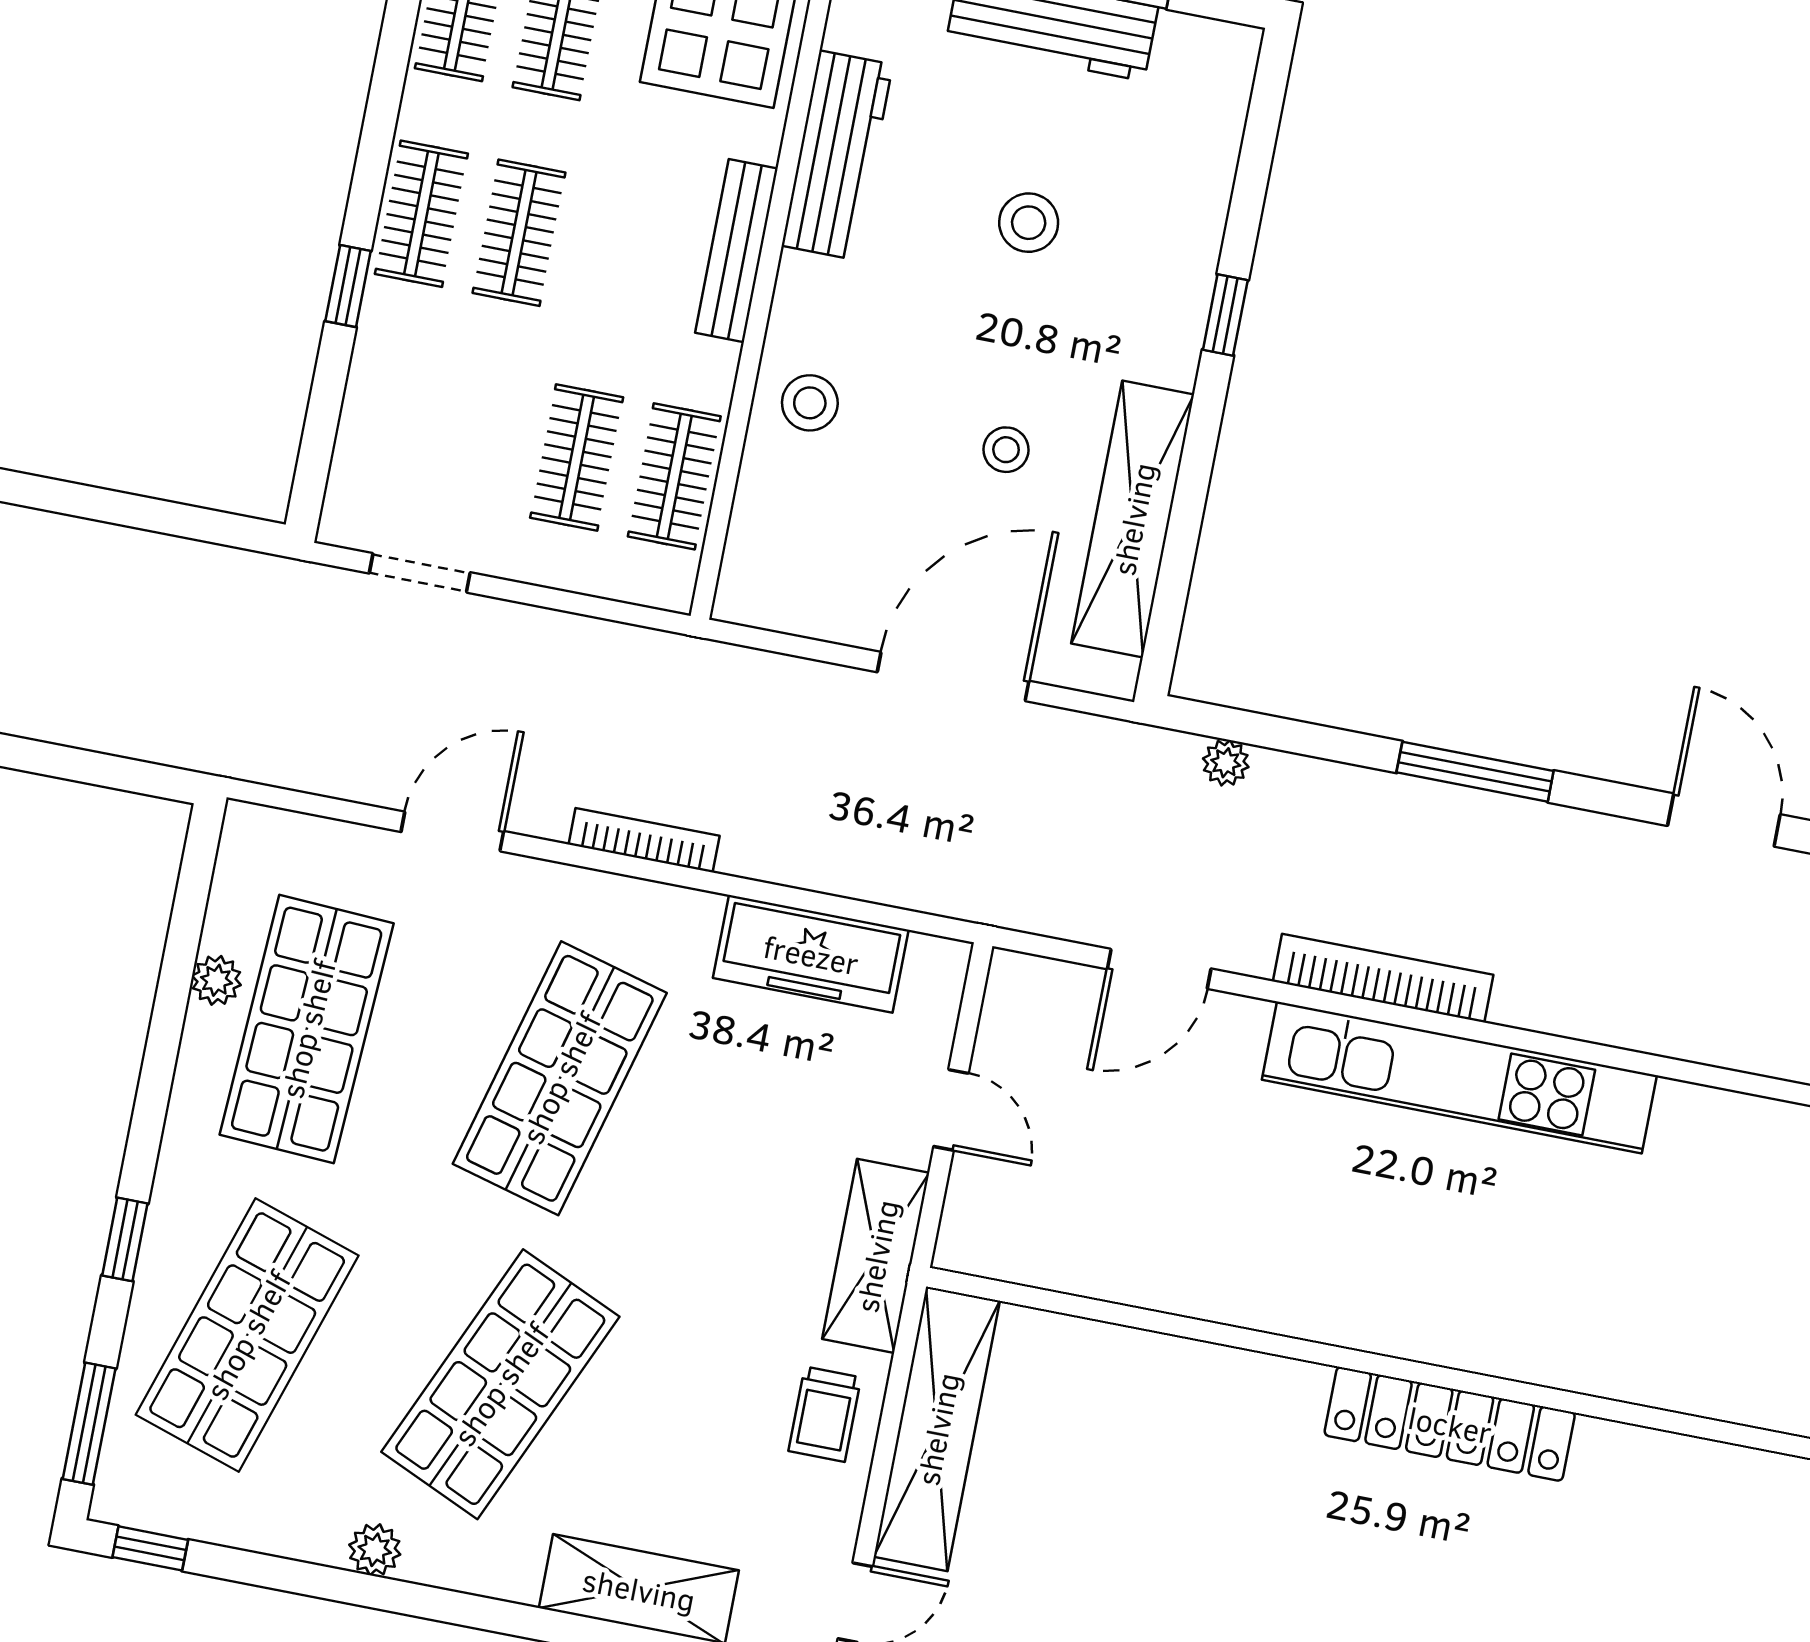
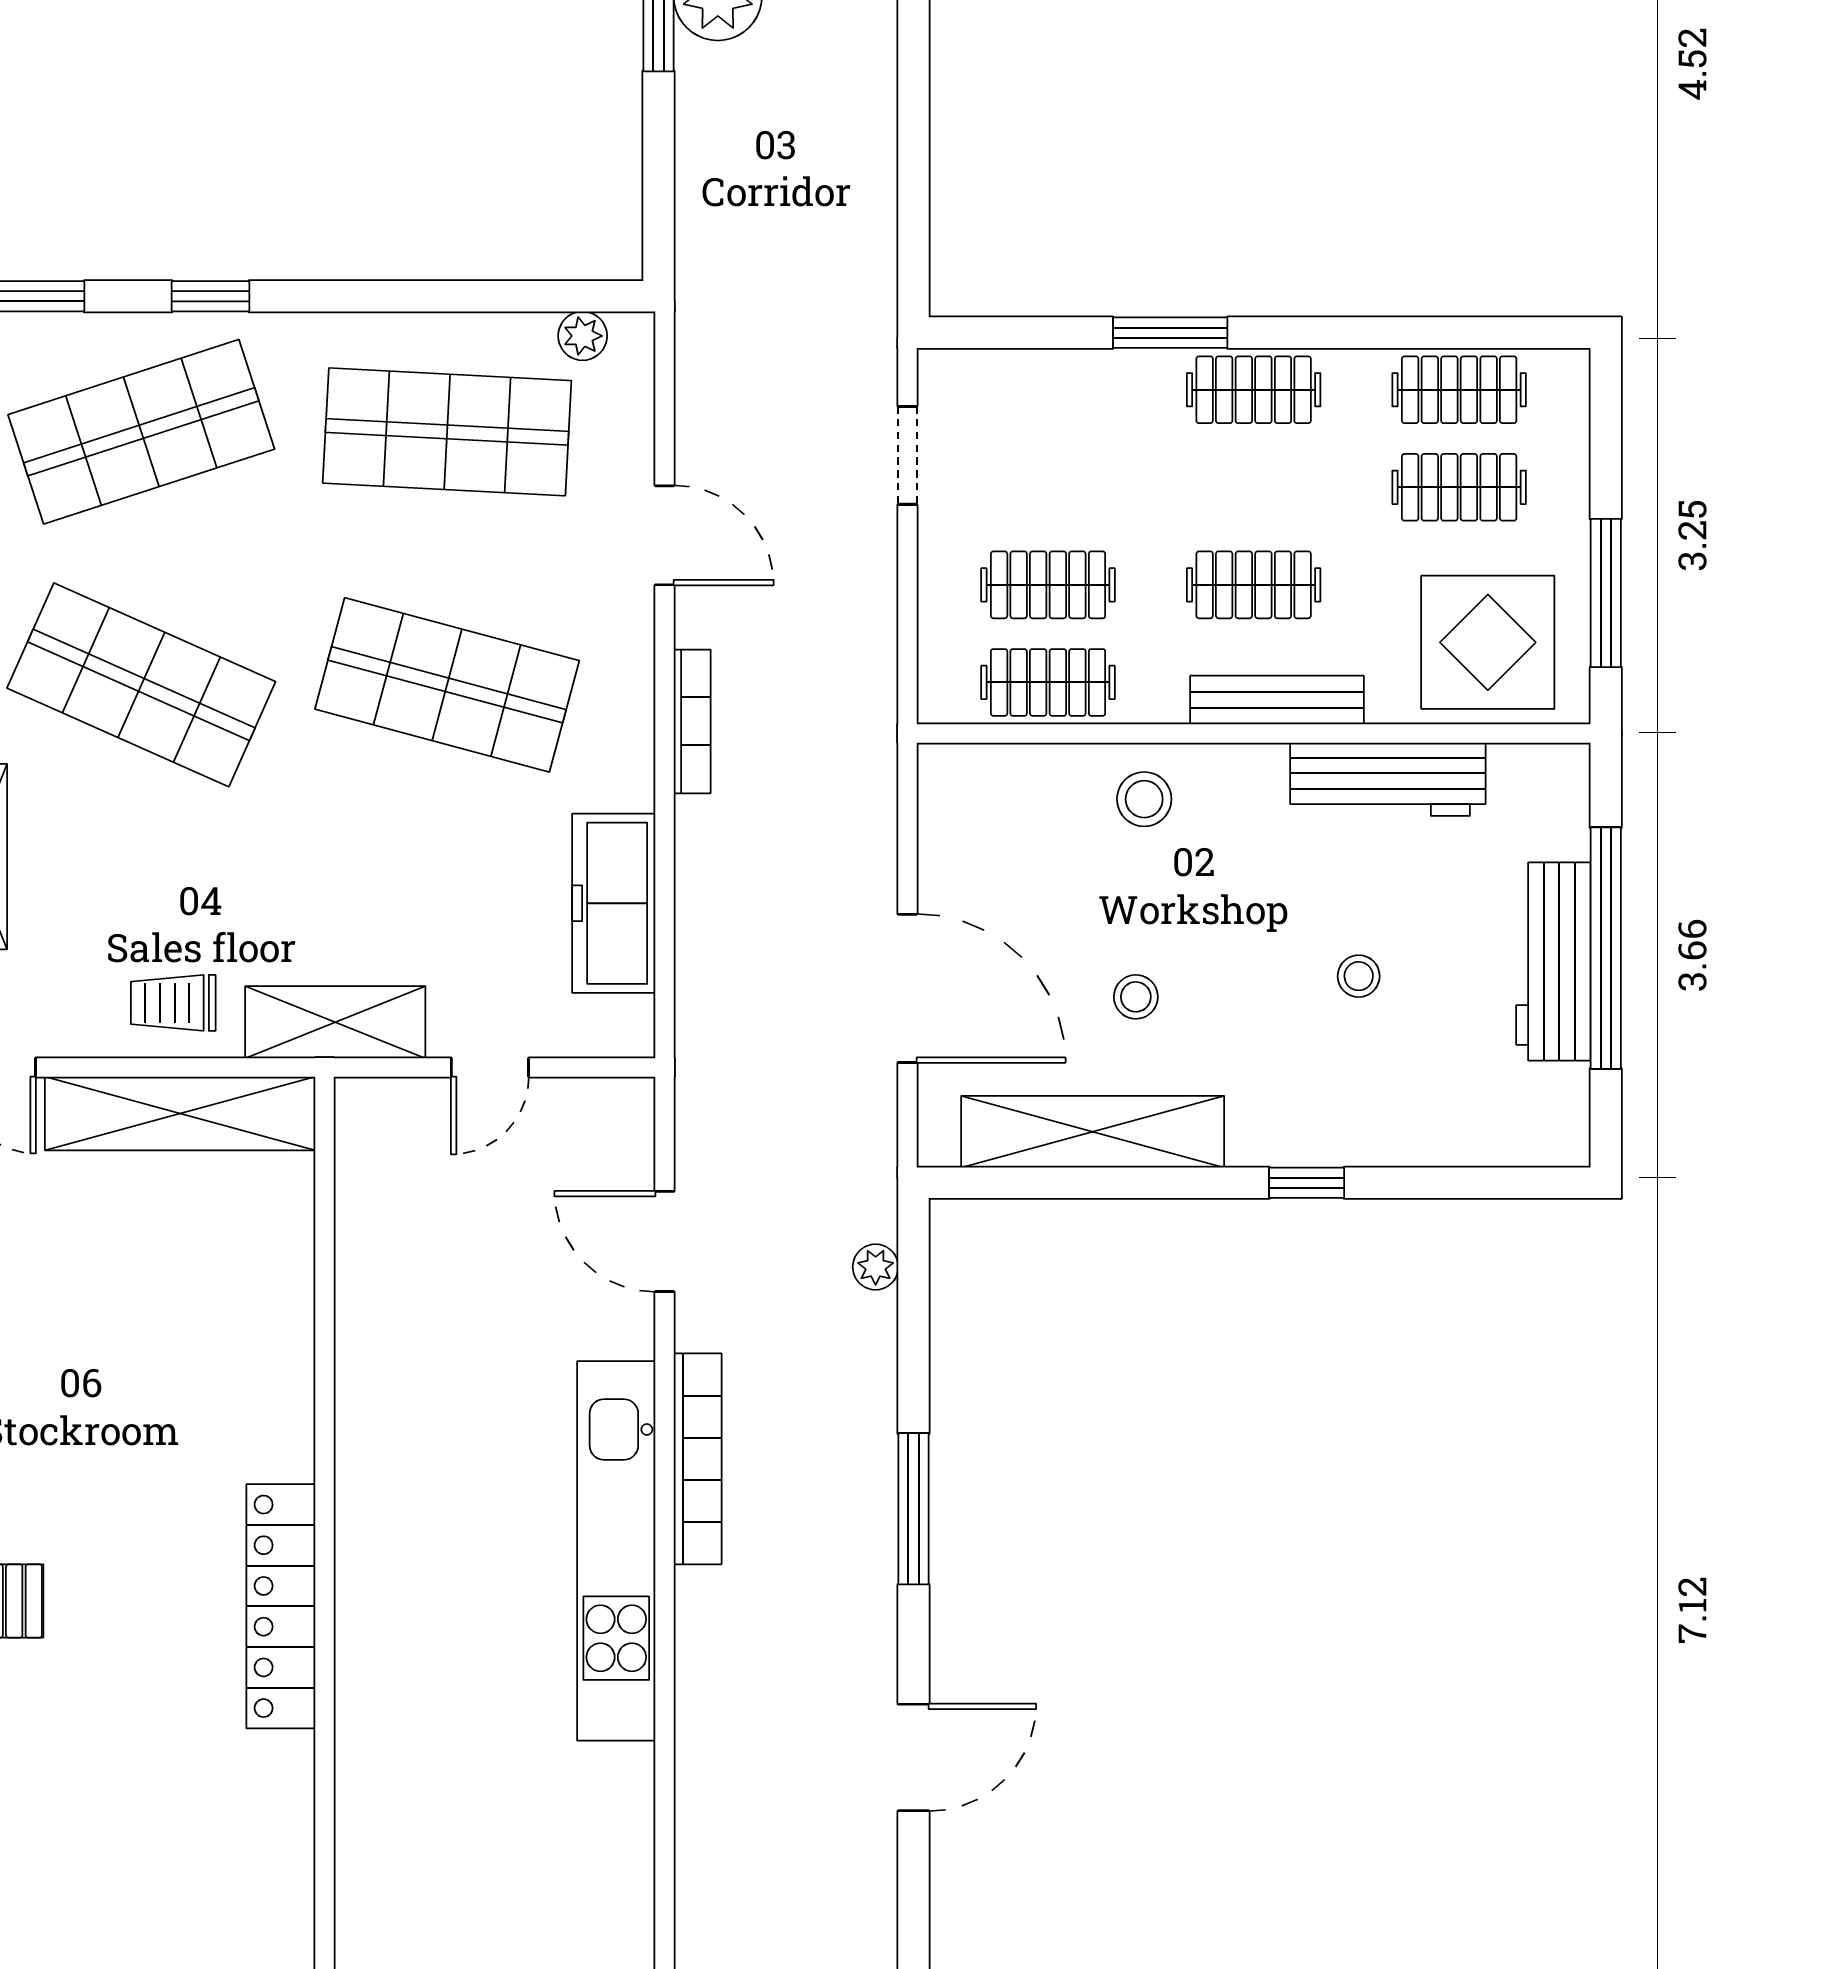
stool: (1029, 223) -> (1359, 976), width x0.73, depth x0.73
clothes rail: (519, 233) -> (1254, 585), moved
window: (348, 286) -> (1170, 333), width x1.50
plant: (216, 980) -> (583, 336), moved
shop shelf: (247, 1335) -> (141, 432), turned -36

